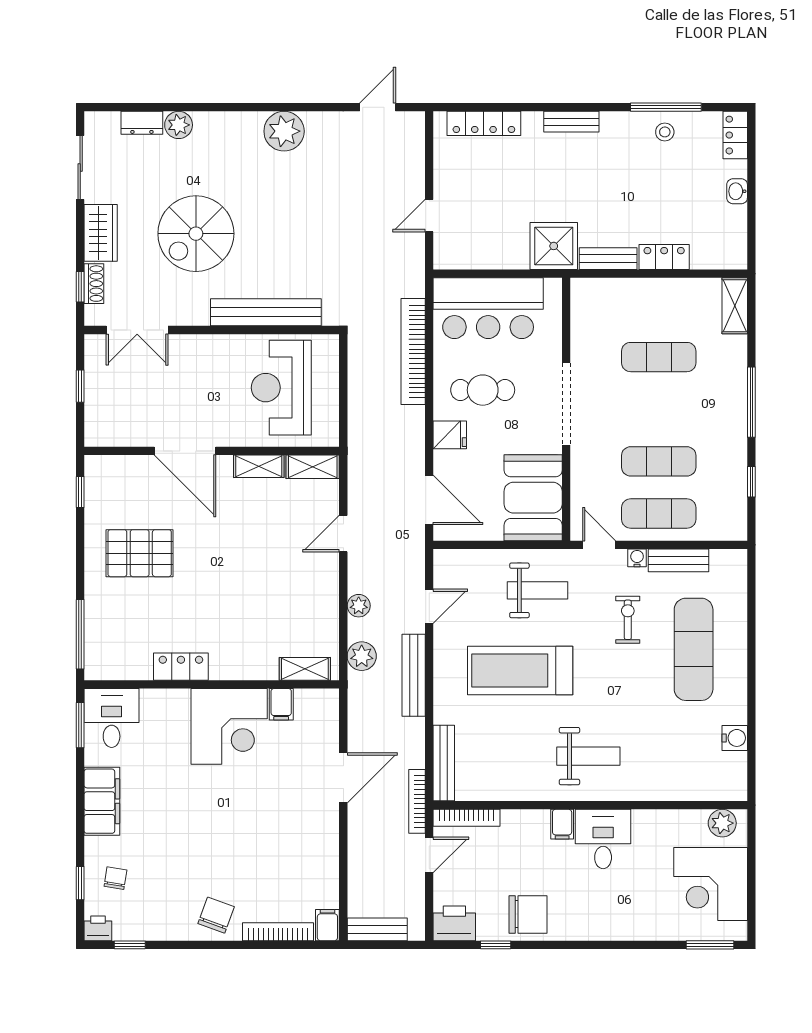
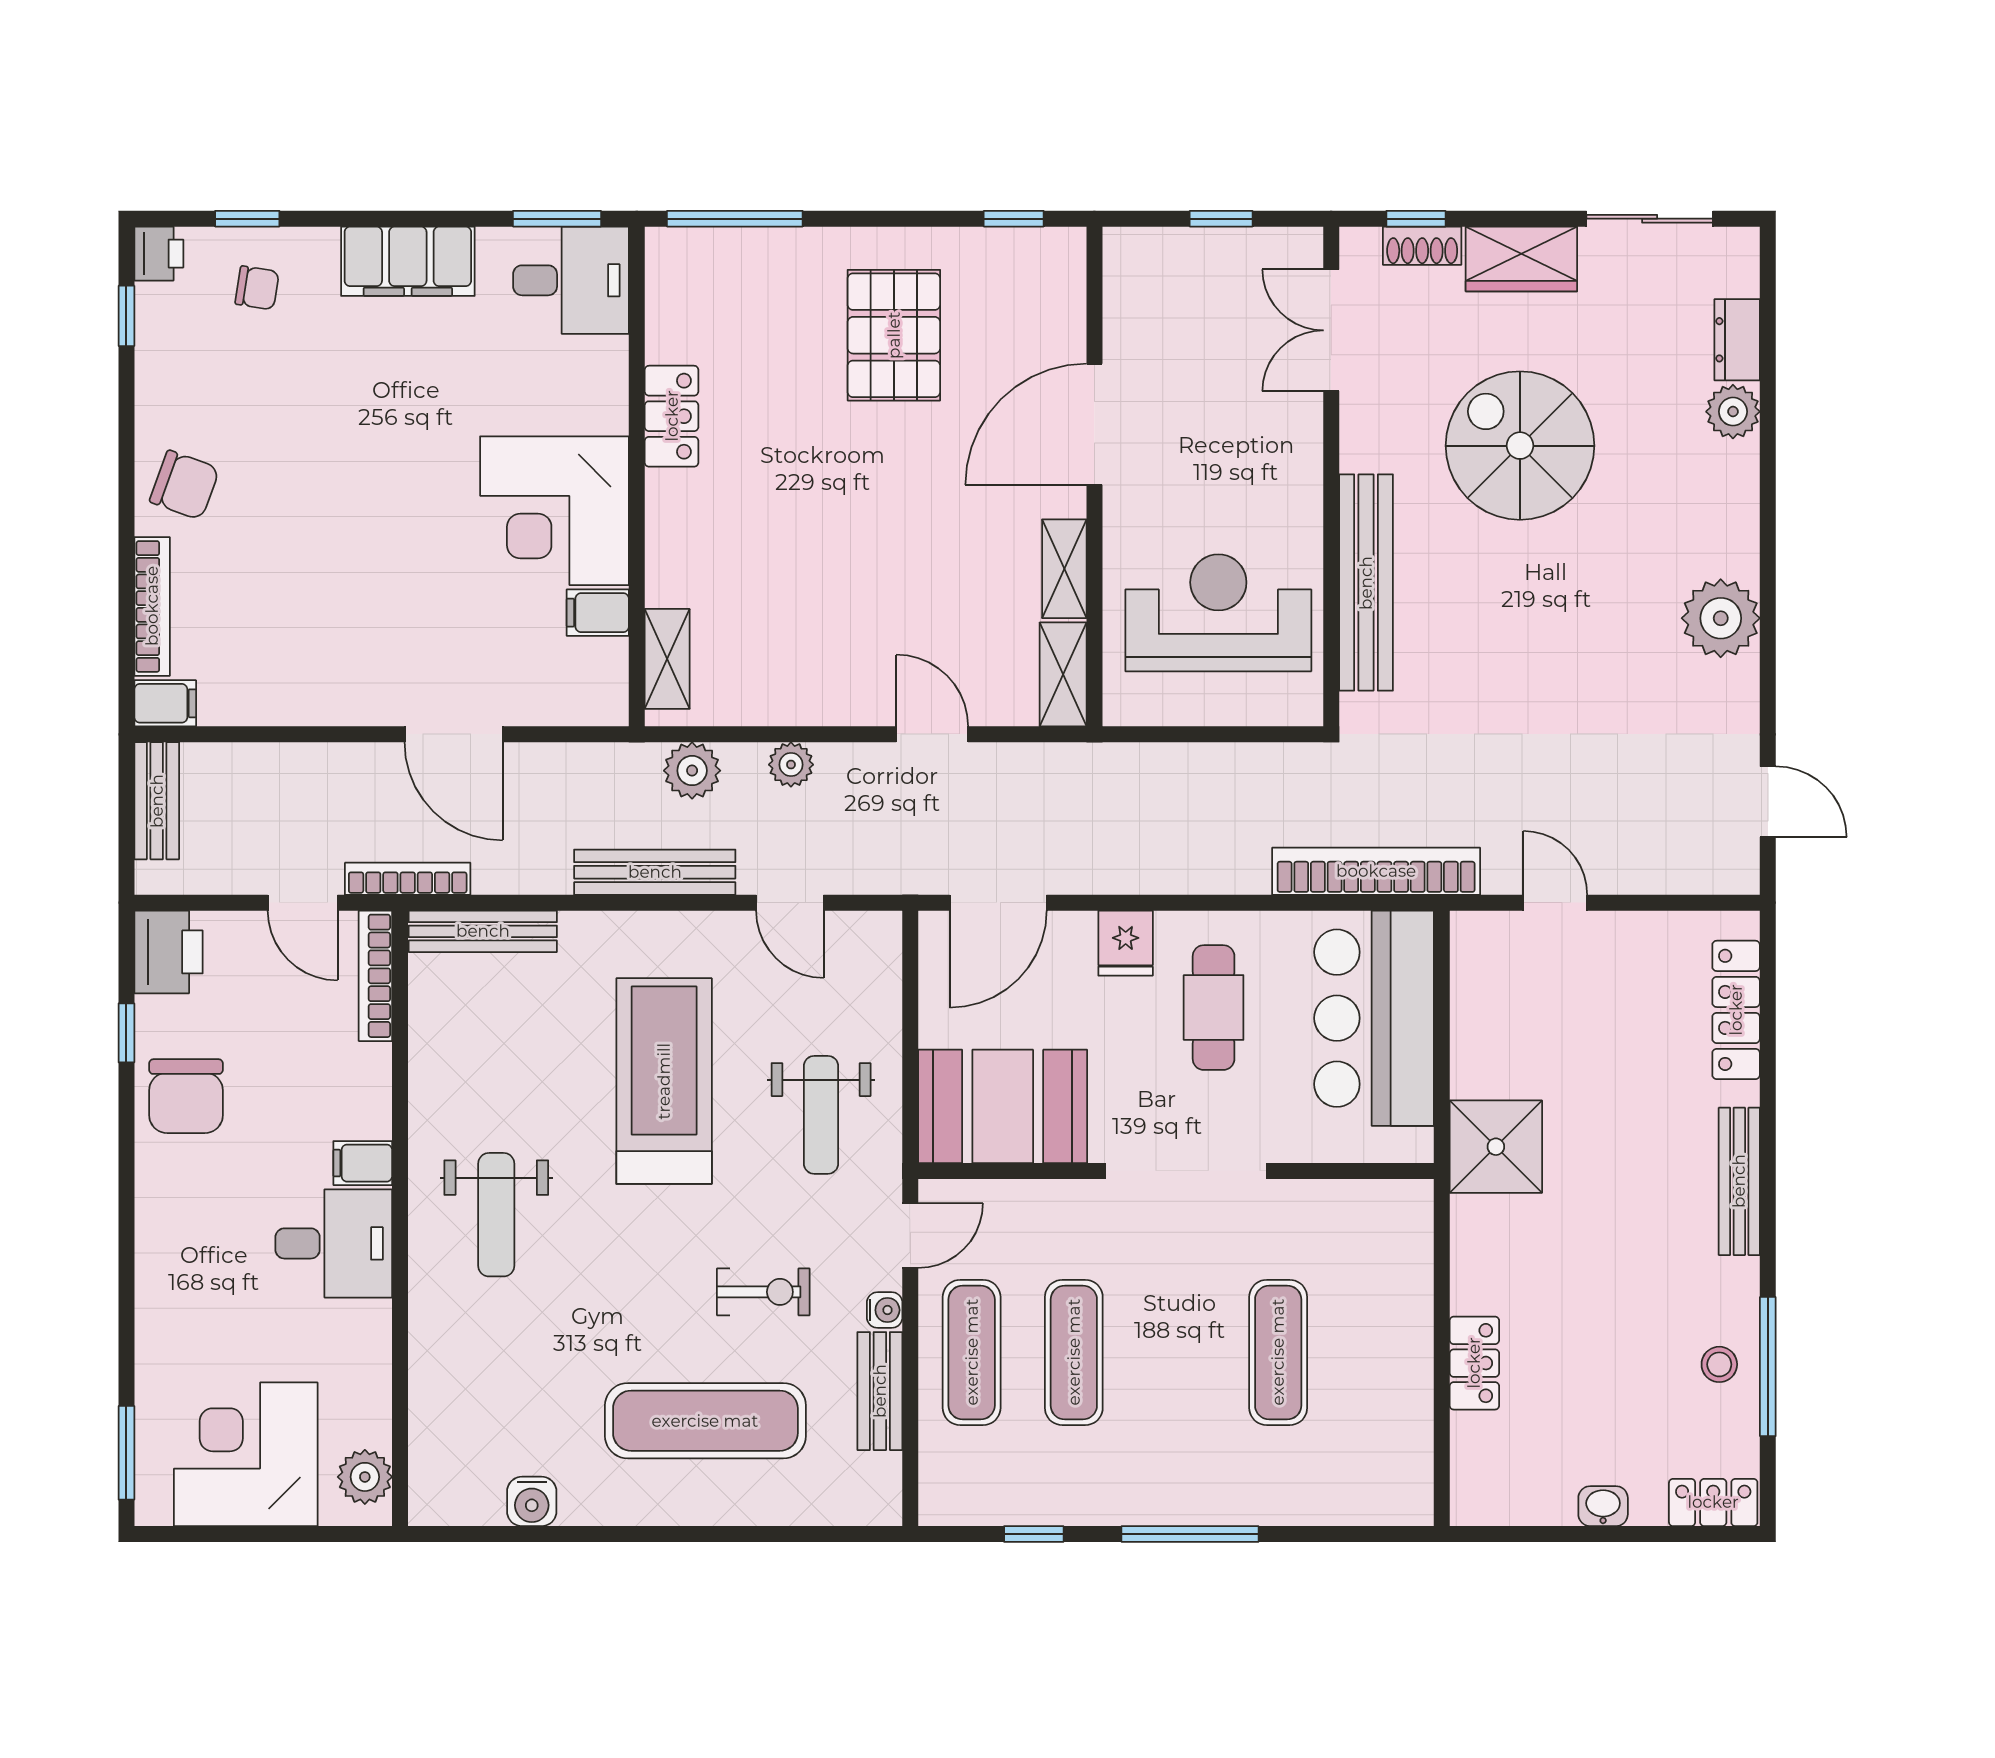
bench: (571, 122) -> (1739, 1181), width x1.36
bench: (608, 259) -> (1471, 1253), removed
shelving: (735, 306) -> (1379, 1501), removed
bookcase: (413, 352) -> (1376, 871), moved

